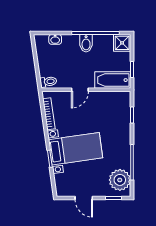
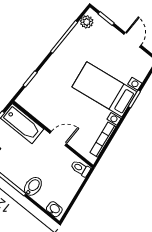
washbasin: (55, 39) -> (54, 209), moved
bidet: (86, 43) -> (33, 186), moved
plant: (120, 180) -> (87, 22), width x0.53, depth x0.53

